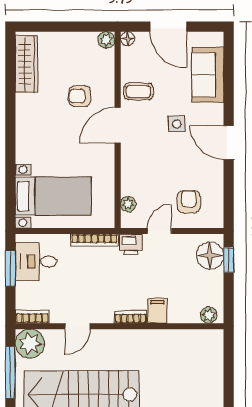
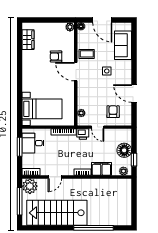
wardrobe: (26, 64) -> (28, 40), width x0.67
door: (118, 125) -> (76, 72), hinge flipped
door: (229, 142) -> (134, 93), moved
door: (159, 231) -> (98, 127), swing flipped
floor lamp: (210, 256) -> (124, 150), moved
window: (229, 260) -> (134, 160), moved
filing cabinet: (157, 311) -> (101, 169), width x2.00

